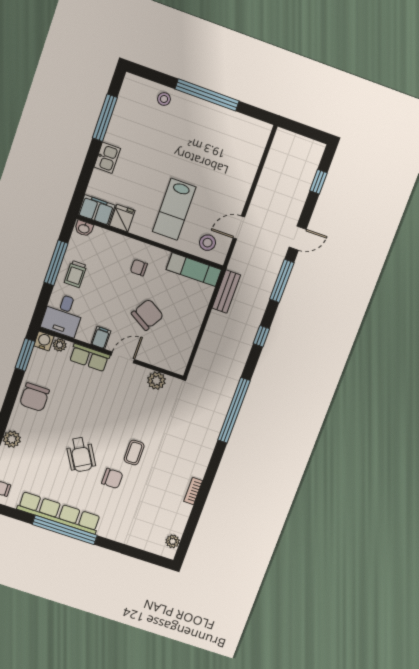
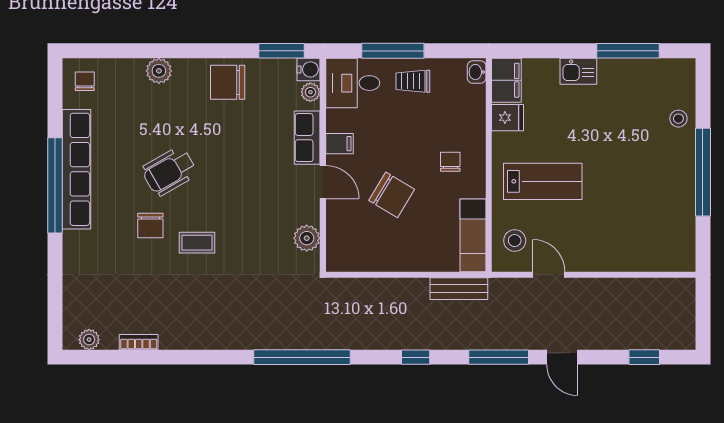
lab bench: (174, 209) -> (543, 181), turned 180
window: (56, 263) -> (393, 51), moved
bookcase: (193, 491) -> (139, 342), moved

